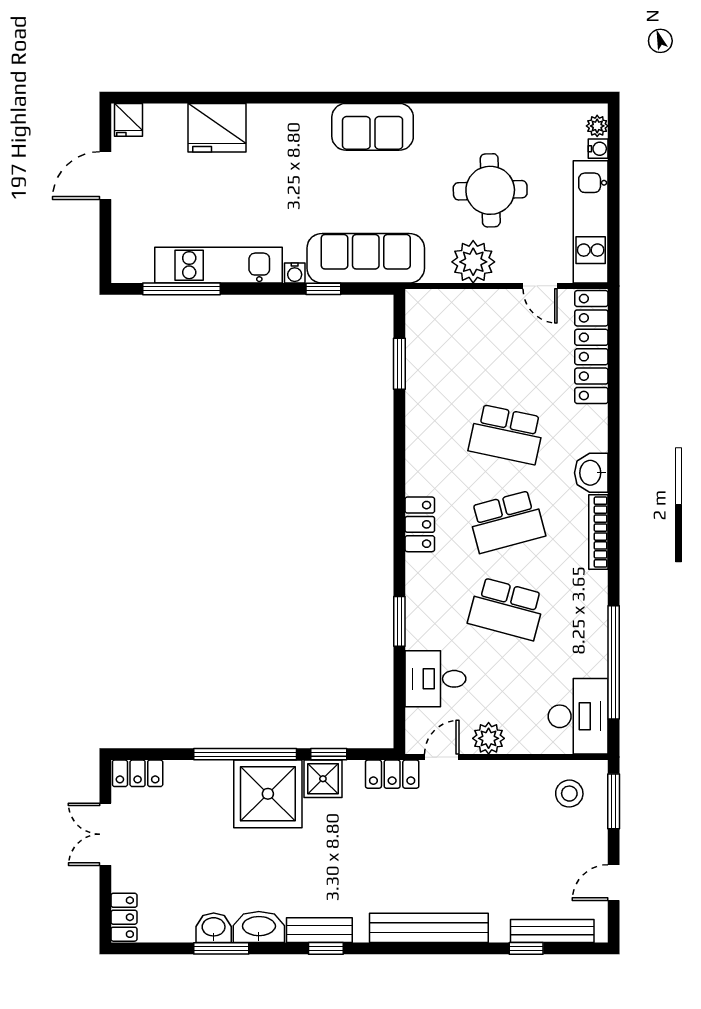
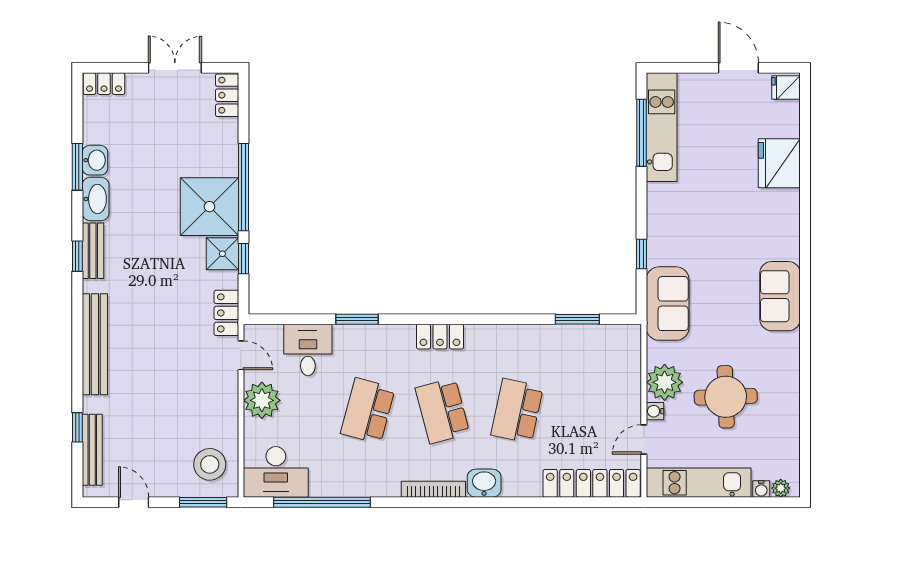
sofa: (366, 258) -> (668, 304), width x0.73
kitchen unit: (219, 265) -> (662, 127), moved
water cooler: (295, 273) -> (655, 411), moved
plant: (489, 738) -> (262, 400), width x1.36, depth x1.36
stool: (569, 794) -> (210, 464), width x1.38, depth x1.38

